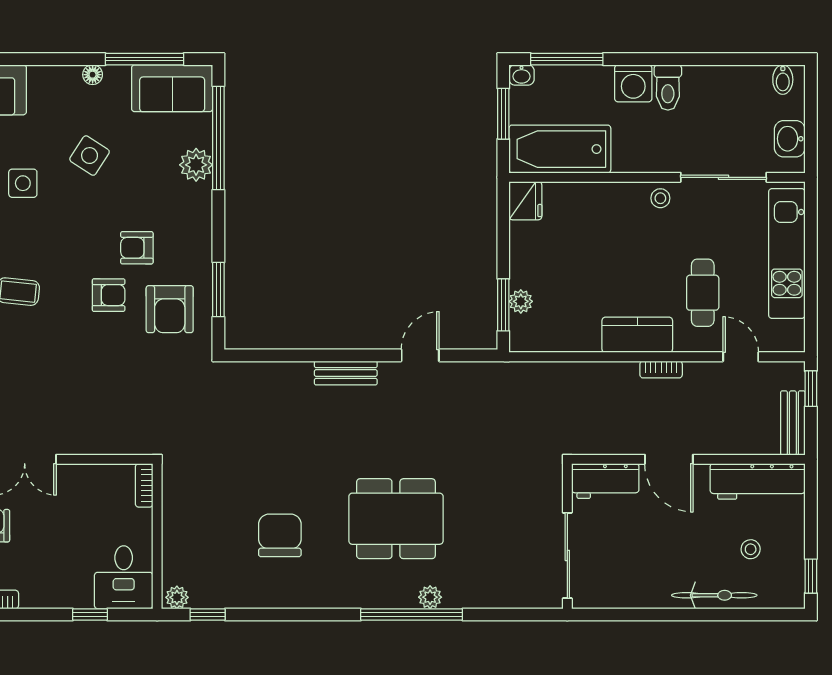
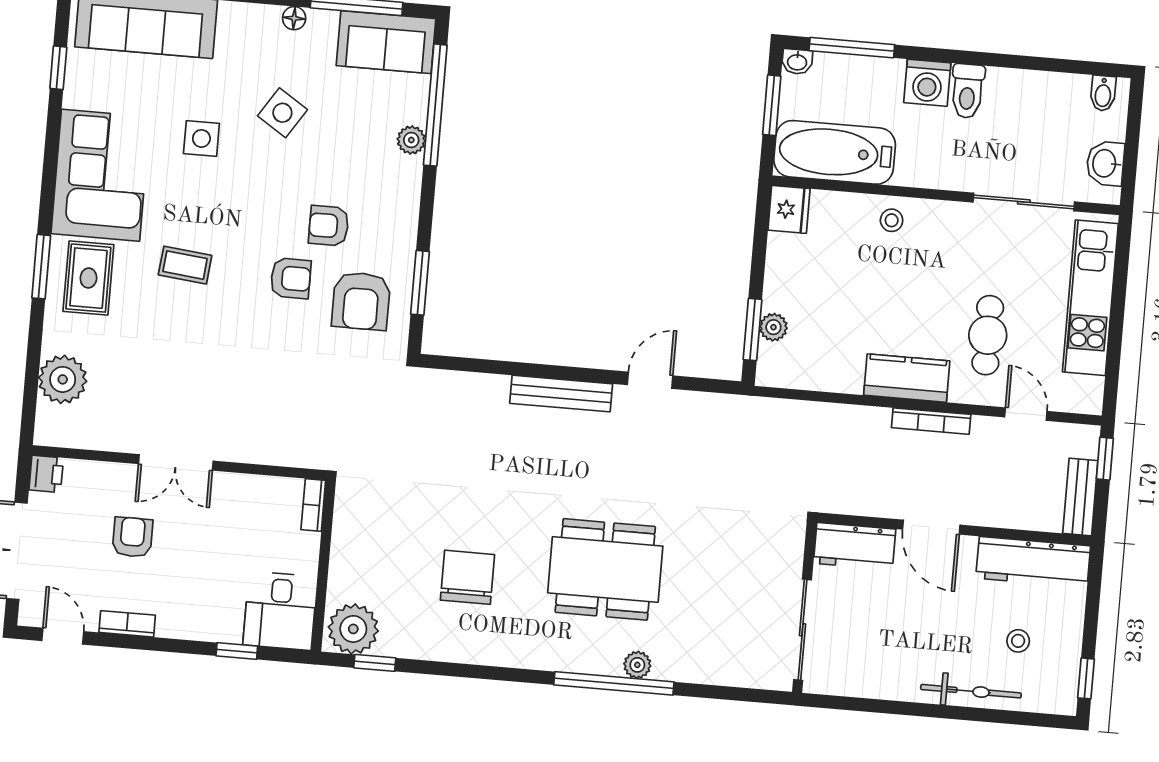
plant: (196, 165) -> (411, 140), width x0.73, depth x0.73
stool: (660, 198) -> (892, 220), moved
bookcase: (661, 369) -> (931, 421), width x1.56
bench: (346, 373) -> (561, 394), width x1.36
plant: (177, 597) -> (353, 629), width x1.88, depth x1.88

